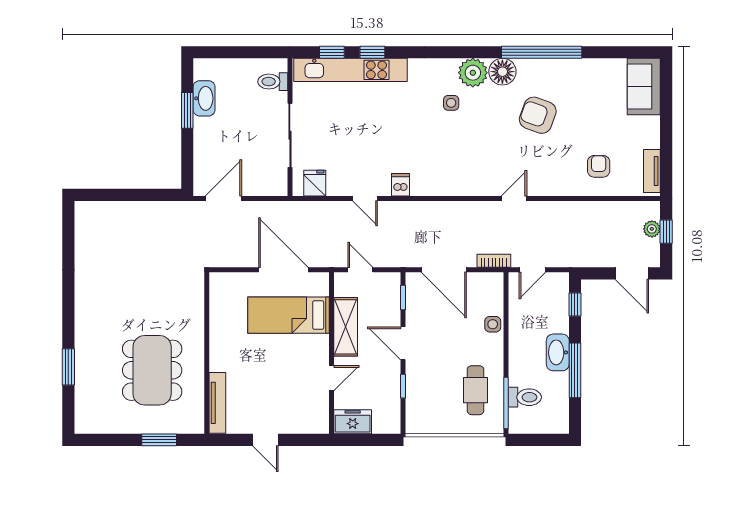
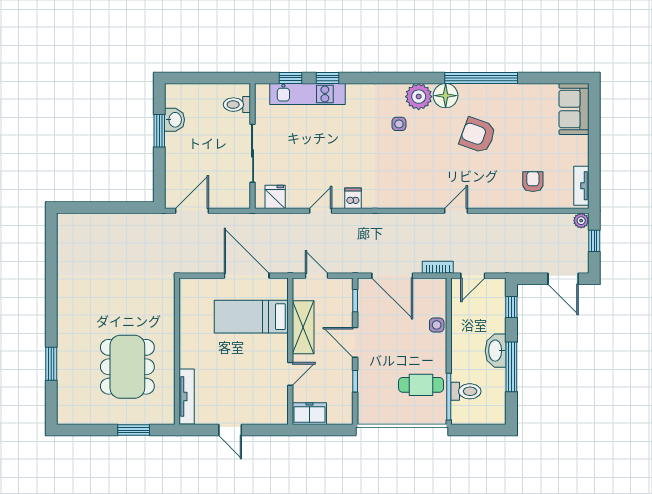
kitchen unit: (350, 70) -> (308, 94), width x0.73
washbasin: (204, 98) -> (175, 120), width x0.72
door: (365, 199) -> (321, 211), swing flipped
plant: (652, 229) -> (581, 221), moved
cafe table: (475, 390) -> (421, 385), turned 90

